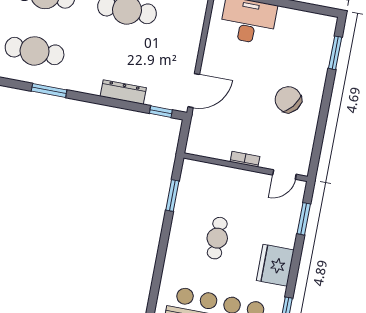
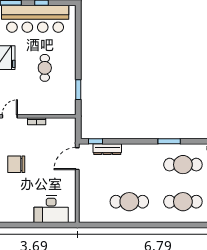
dresser: (123, 92) -> (107, 149), moved
chair: (288, 100) -> (16, 164), turned 142

